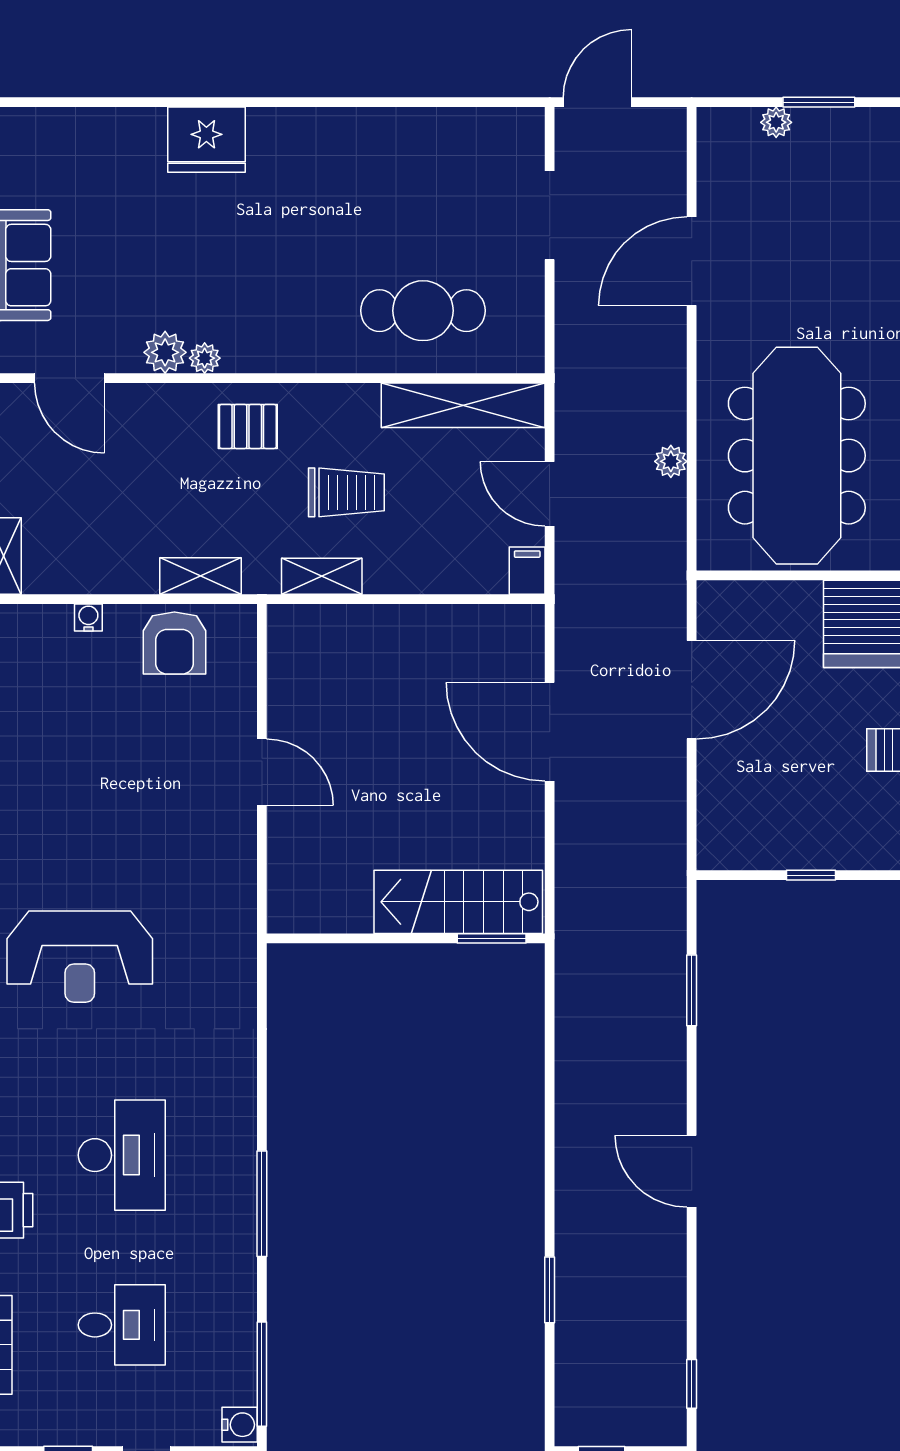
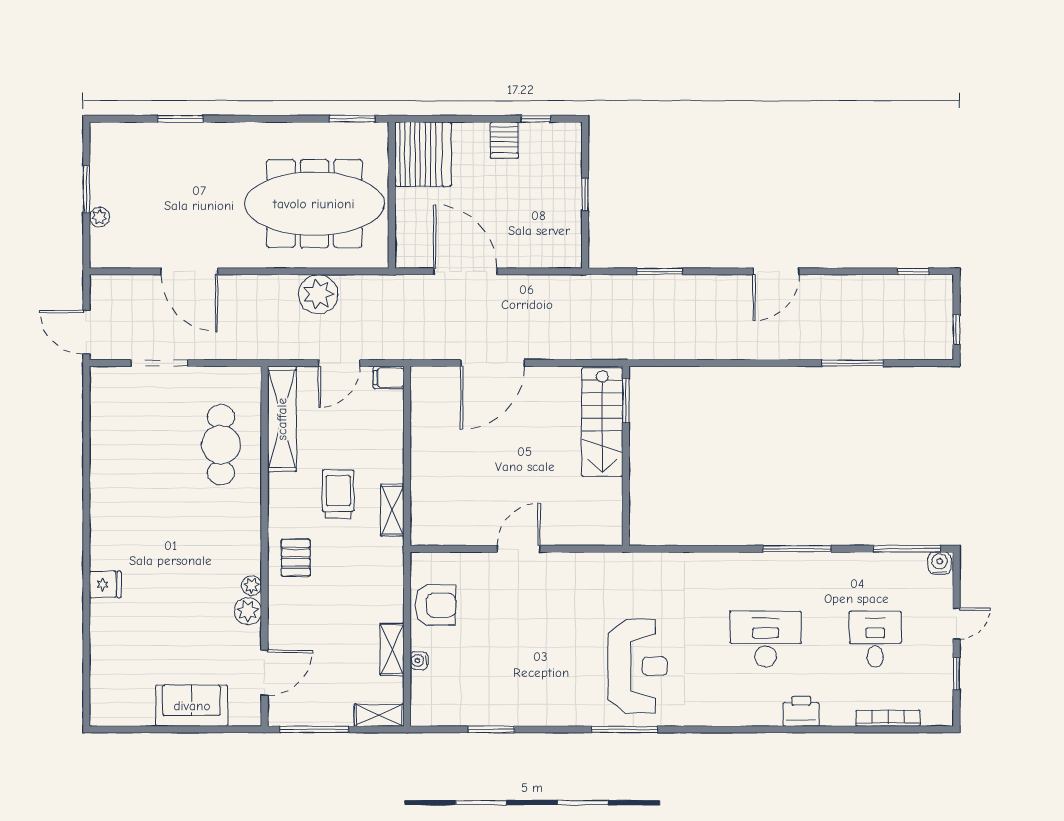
fridge: (206, 140) -> (105, 584), width x0.53, depth x0.75
plant: (671, 461) -> (318, 294), width x1.87, depth x1.87
shelving: (200, 576) -> (392, 649), moved
window: (550, 1290) -> (853, 363), width x1.44

